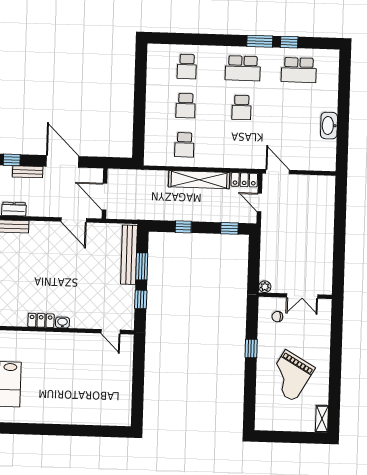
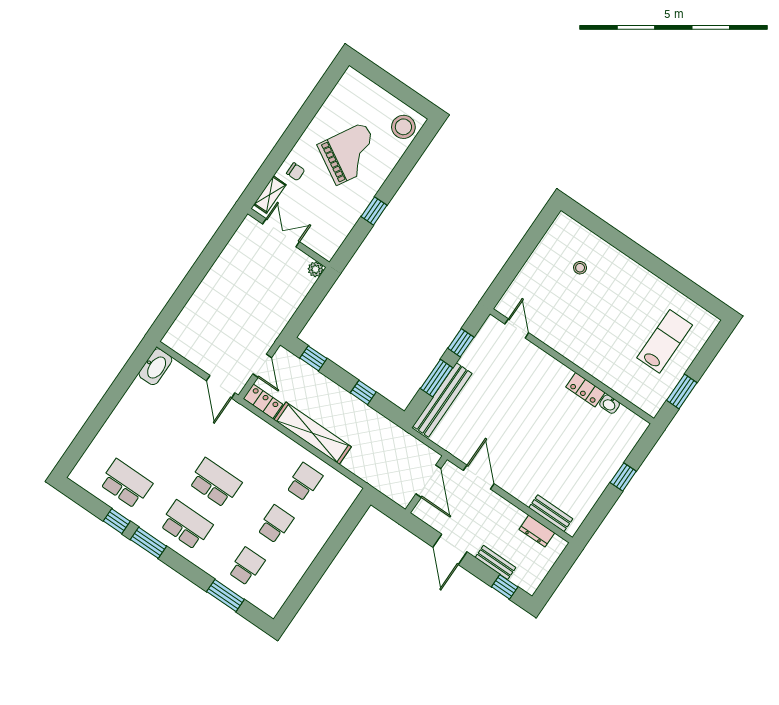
window: (188, 39) -> (225, 595), added
school desk: (242, 107) -> (215, 483), width x1.85
washbasin: (329, 126) -> (155, 367), moved
door: (62, 161) -> (450, 549), width x0.73
chair: (277, 317) -> (296, 172), moved
washbasin: (62, 322) -> (610, 404), moved
stool: (95, 397) -> (580, 268), added
stool: (267, 415) -> (403, 127), added
shelving: (322, 419) -> (270, 195), moved

